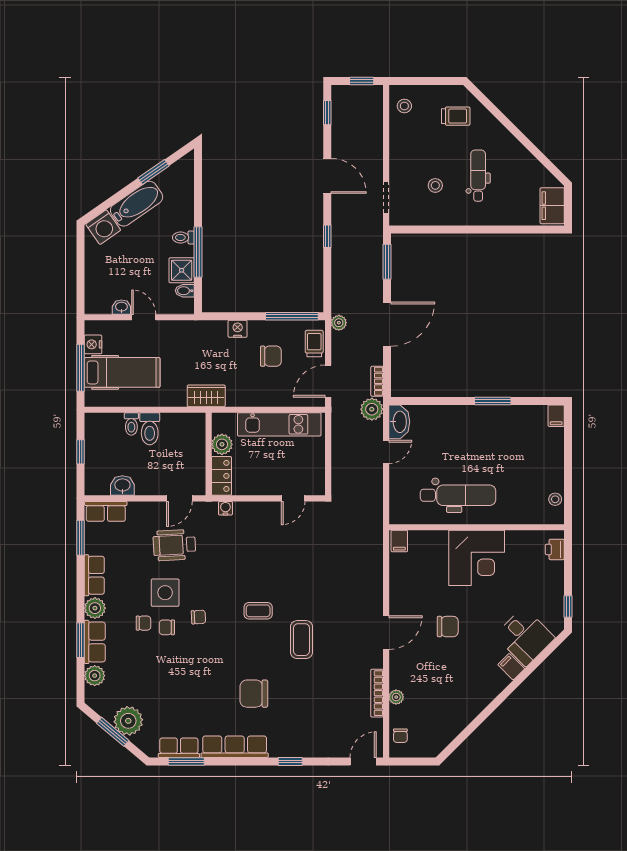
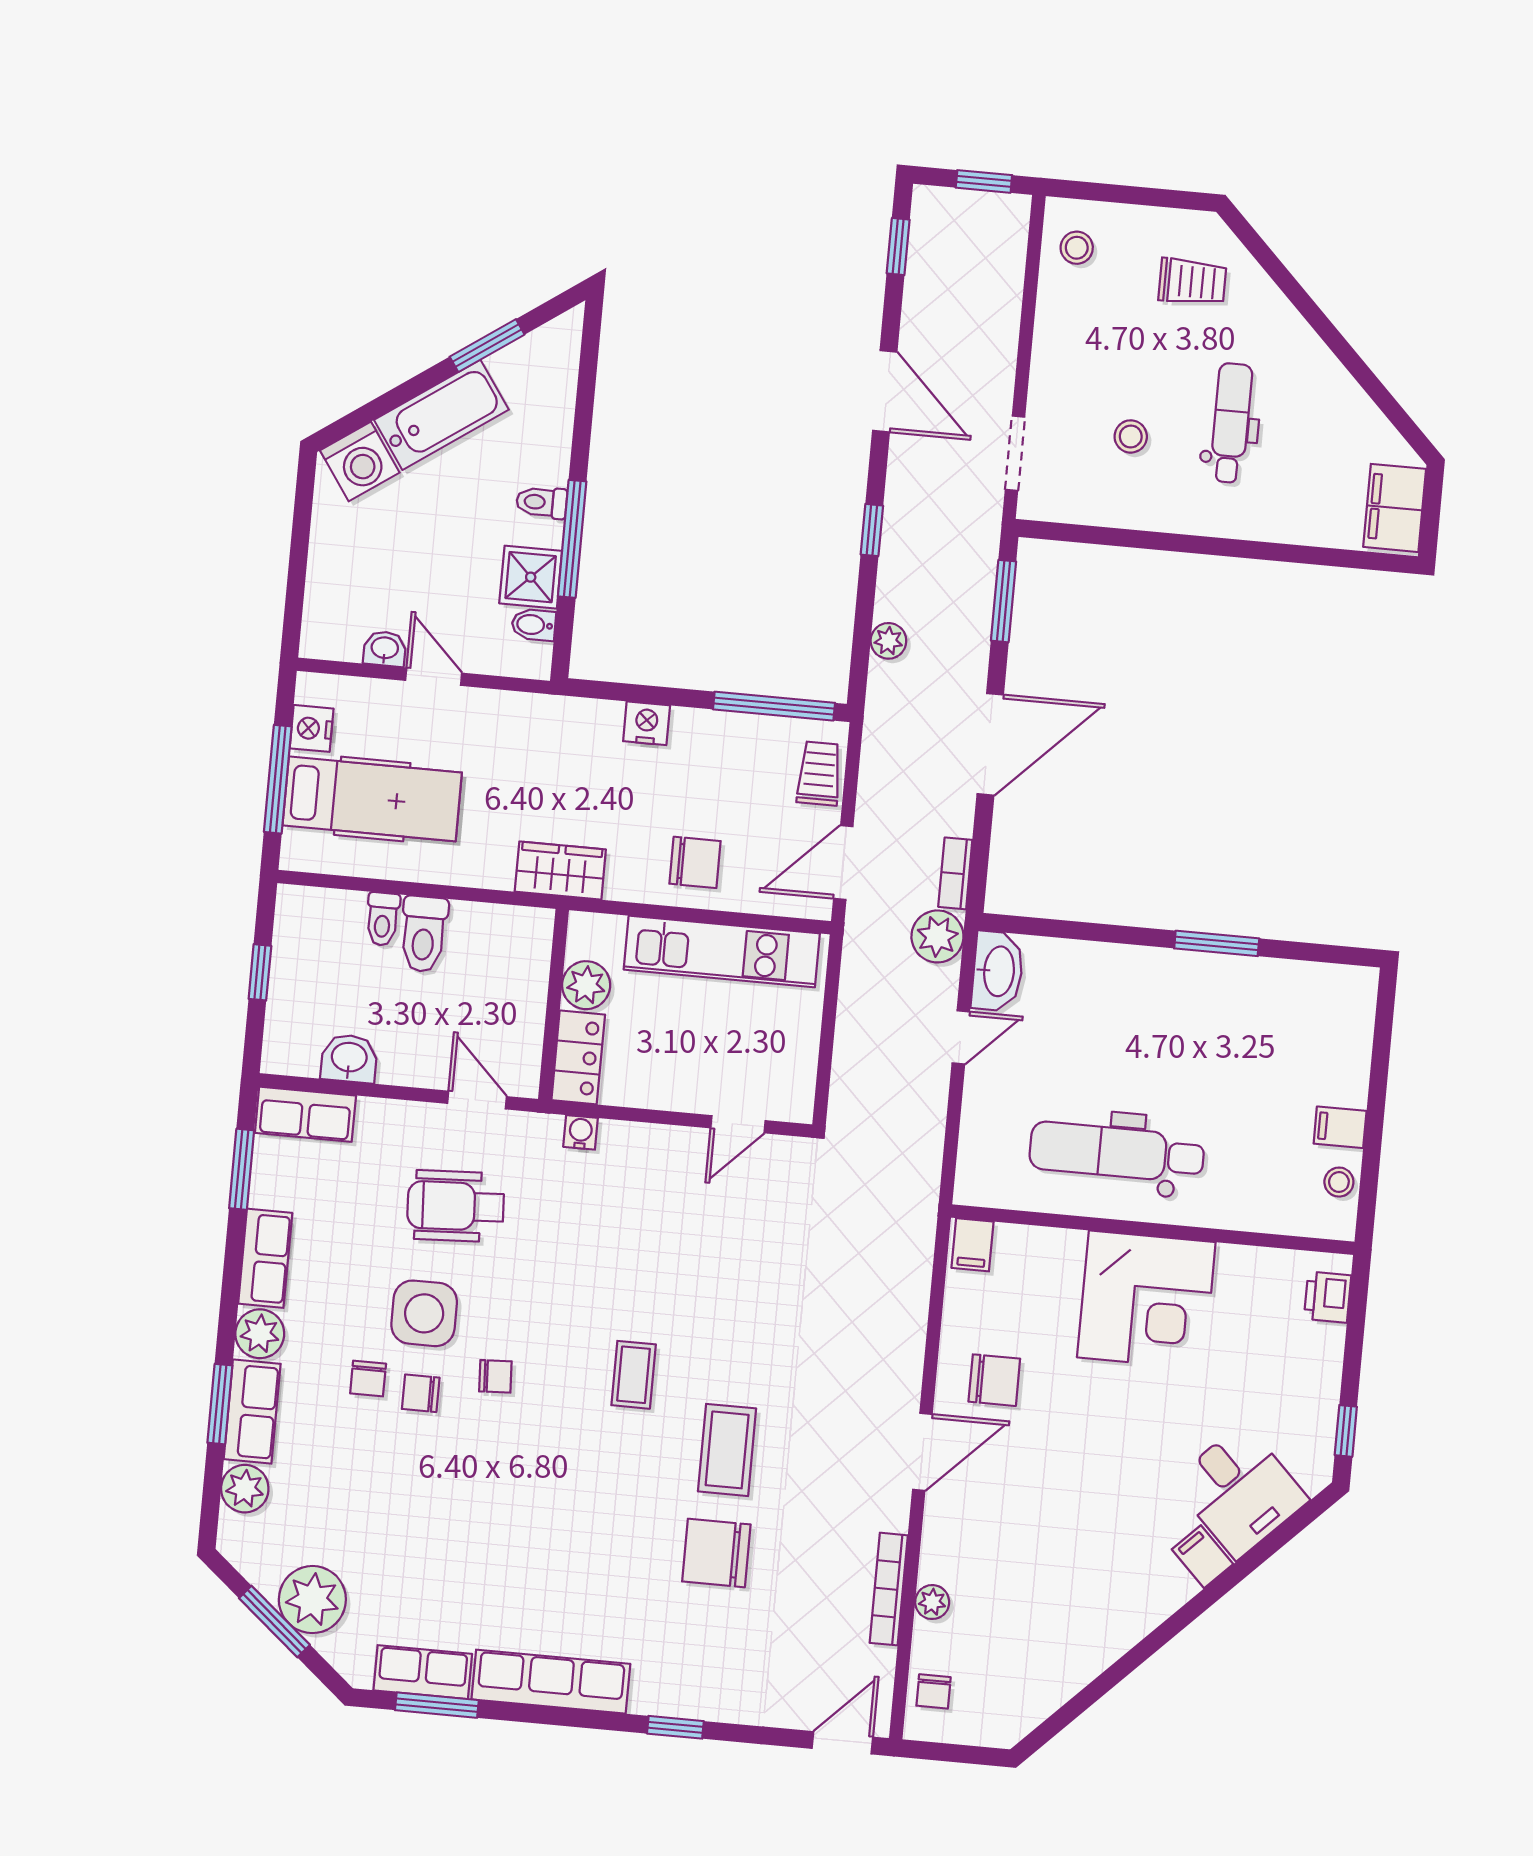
plant: (339, 323) -> (888, 641), moved
chair: (271, 356) -> (695, 862), moved
filing cabinet: (556, 416) -> (1340, 1127), moved, turned 90
dental chair: (458, 495) -> (1117, 1152), turned 180
door: (179, 498) -> (477, 1100), swing flipped
coffee table: (258, 611) -> (634, 1375), turned 90
chair: (143, 623) -> (368, 1379), turned 90
chair: (448, 627) -> (994, 1380), moved
chair: (254, 694) -> (716, 1553), moved

